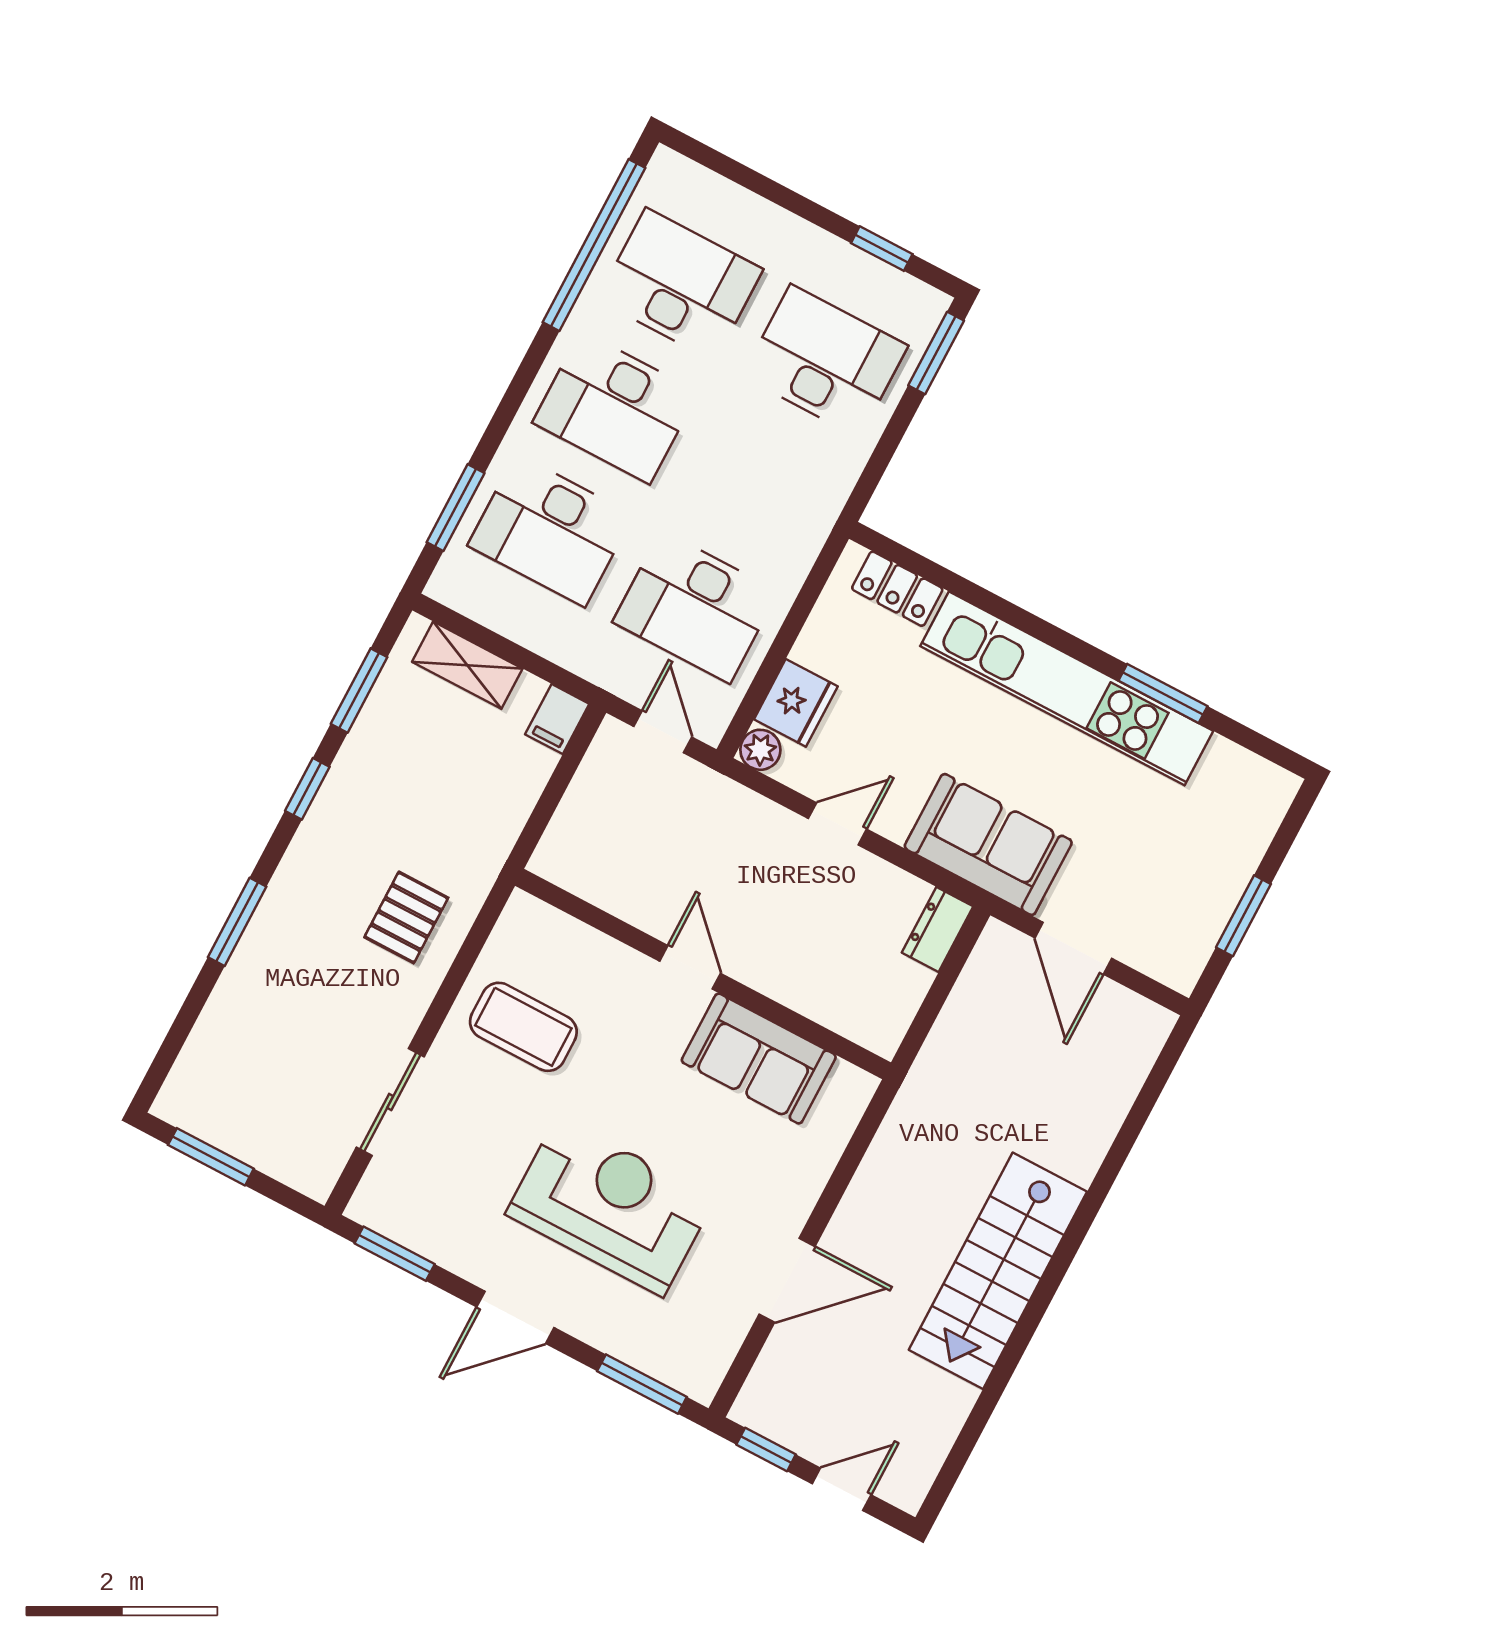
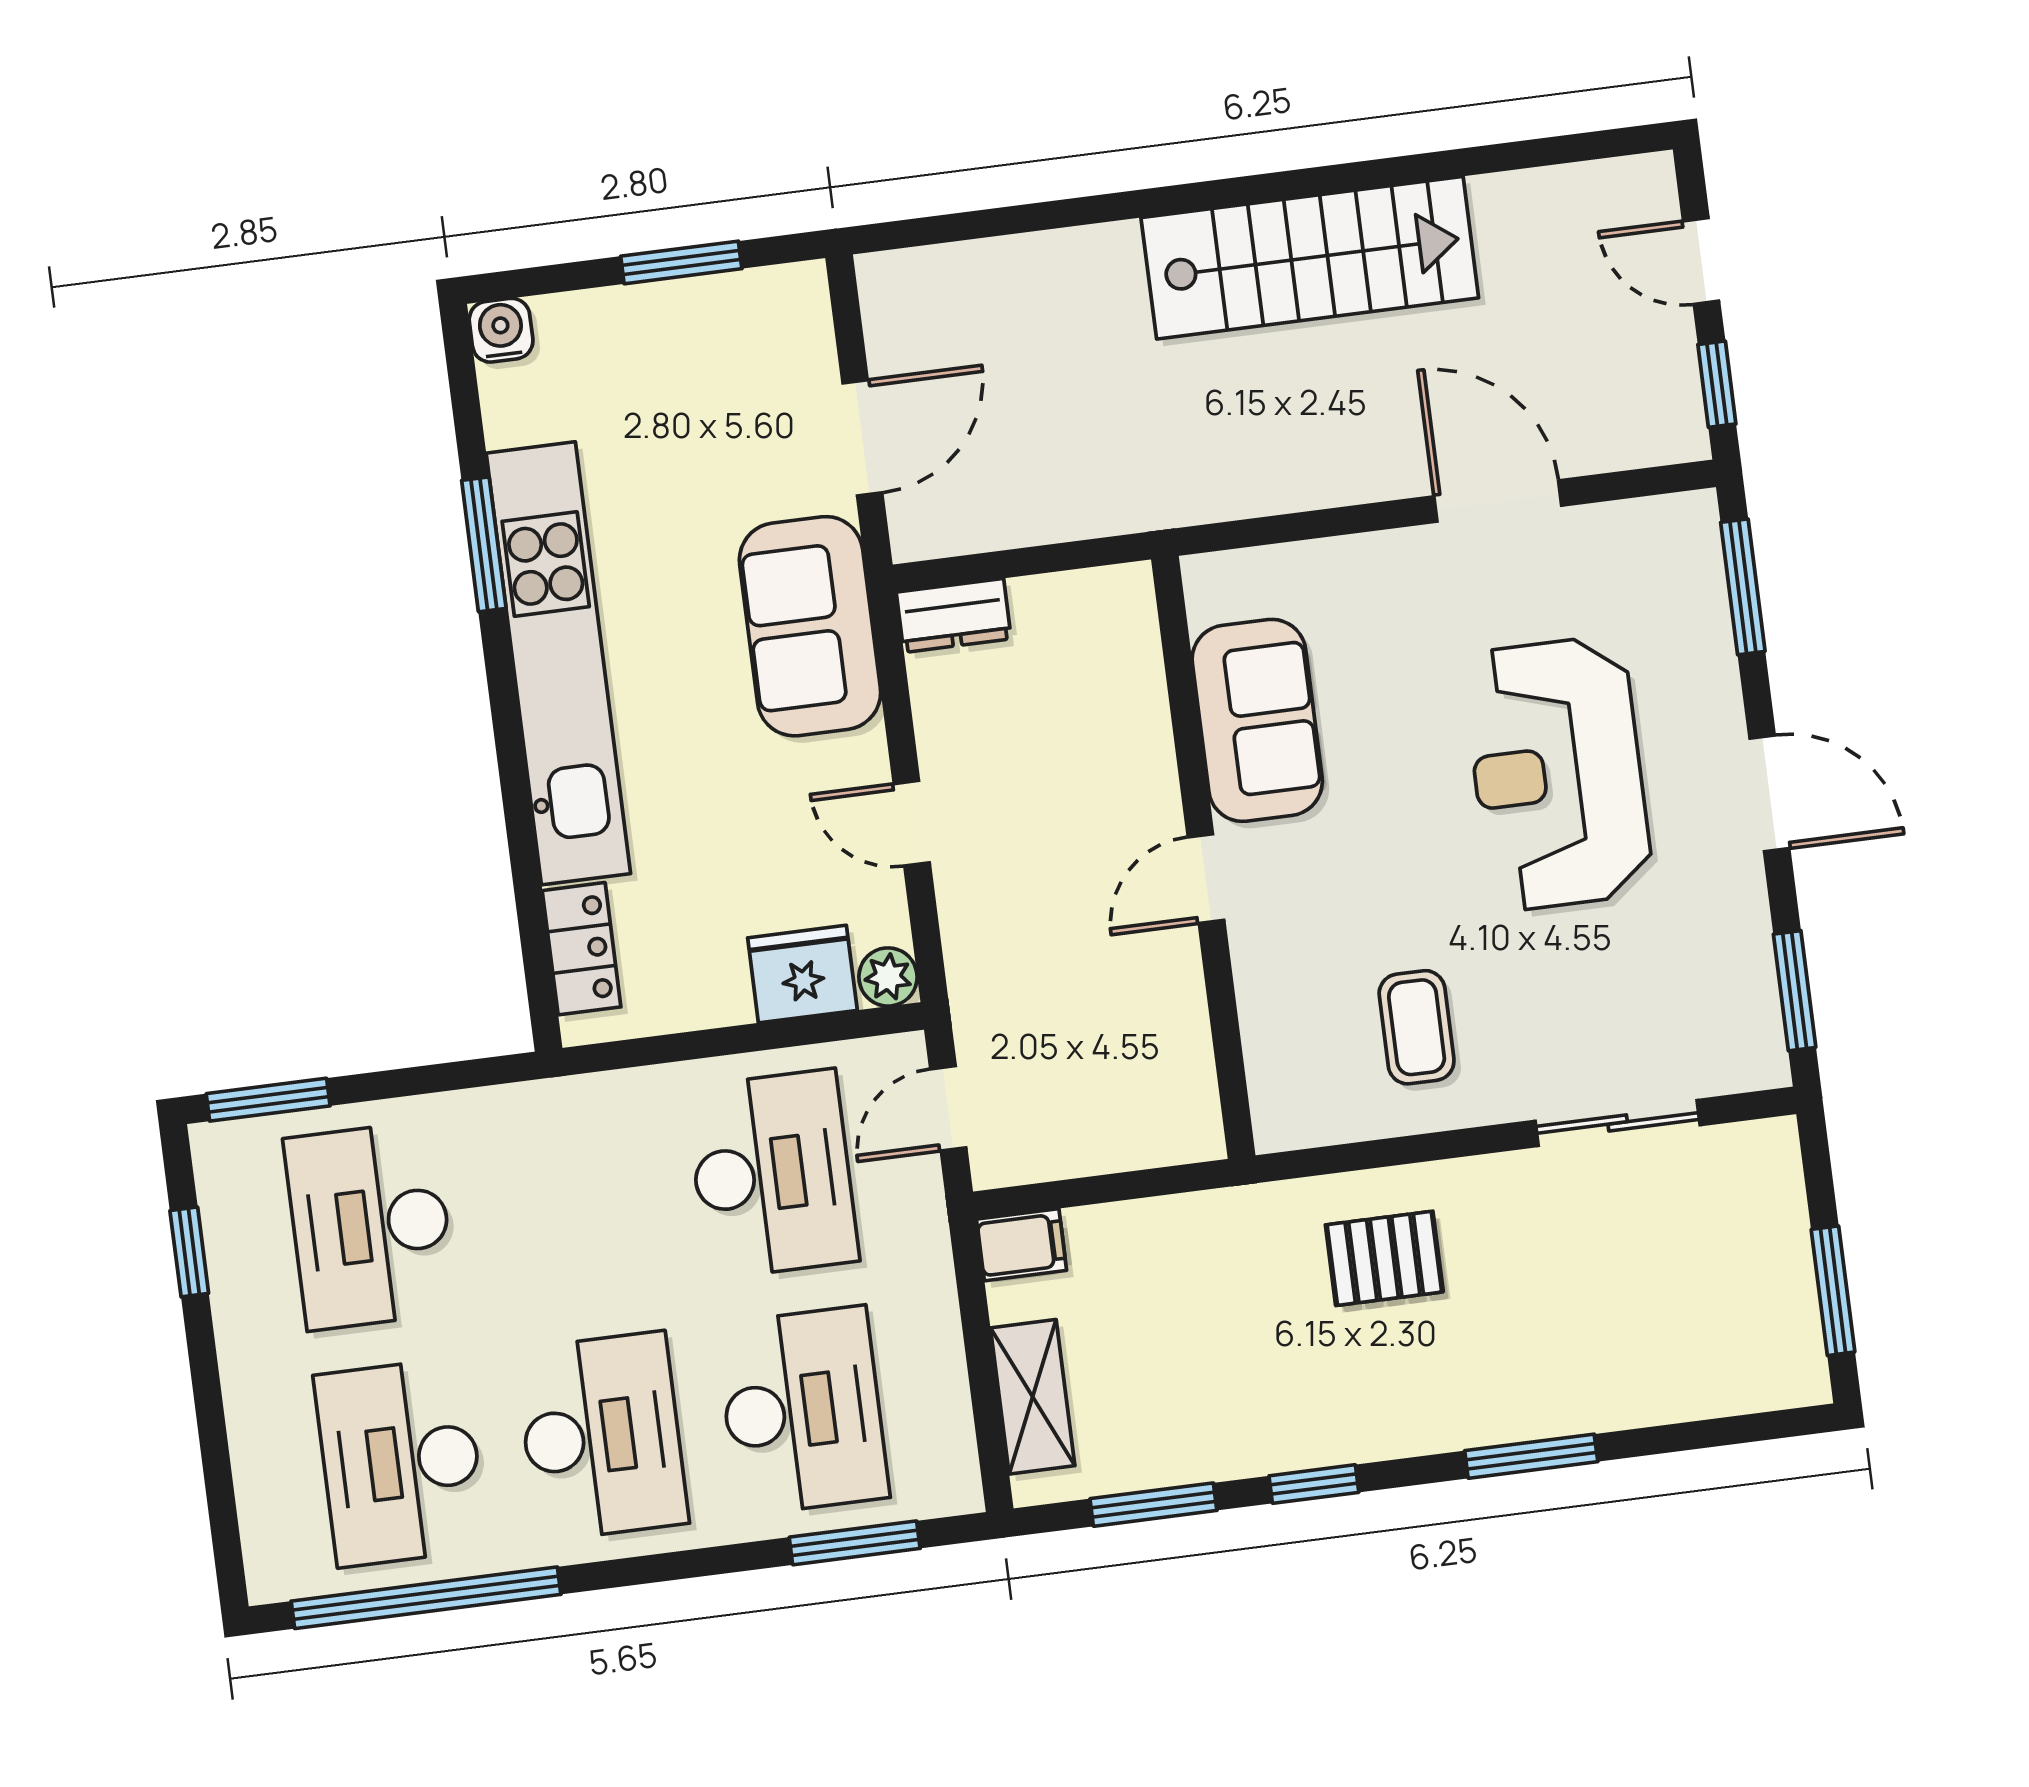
water cooler: (1277, 788) -> (501, 330), added
coffee table: (523, 1027) -> (1417, 1027), width x0.73, depth x0.77

